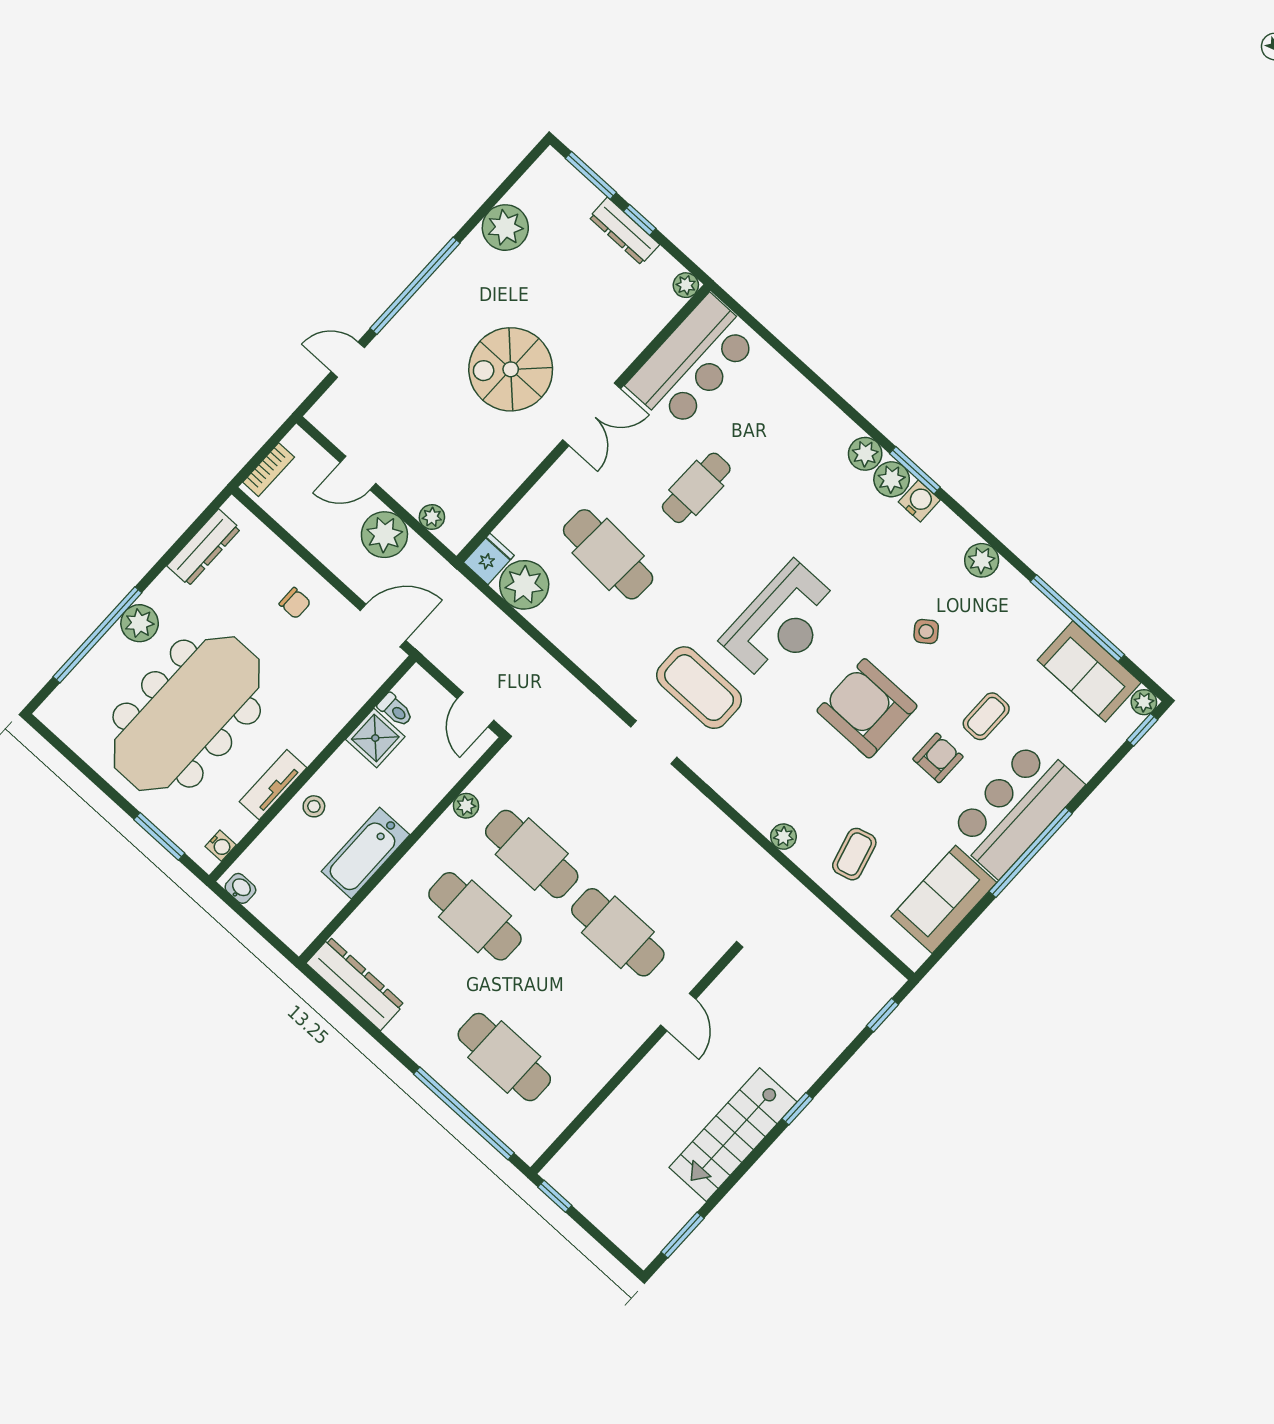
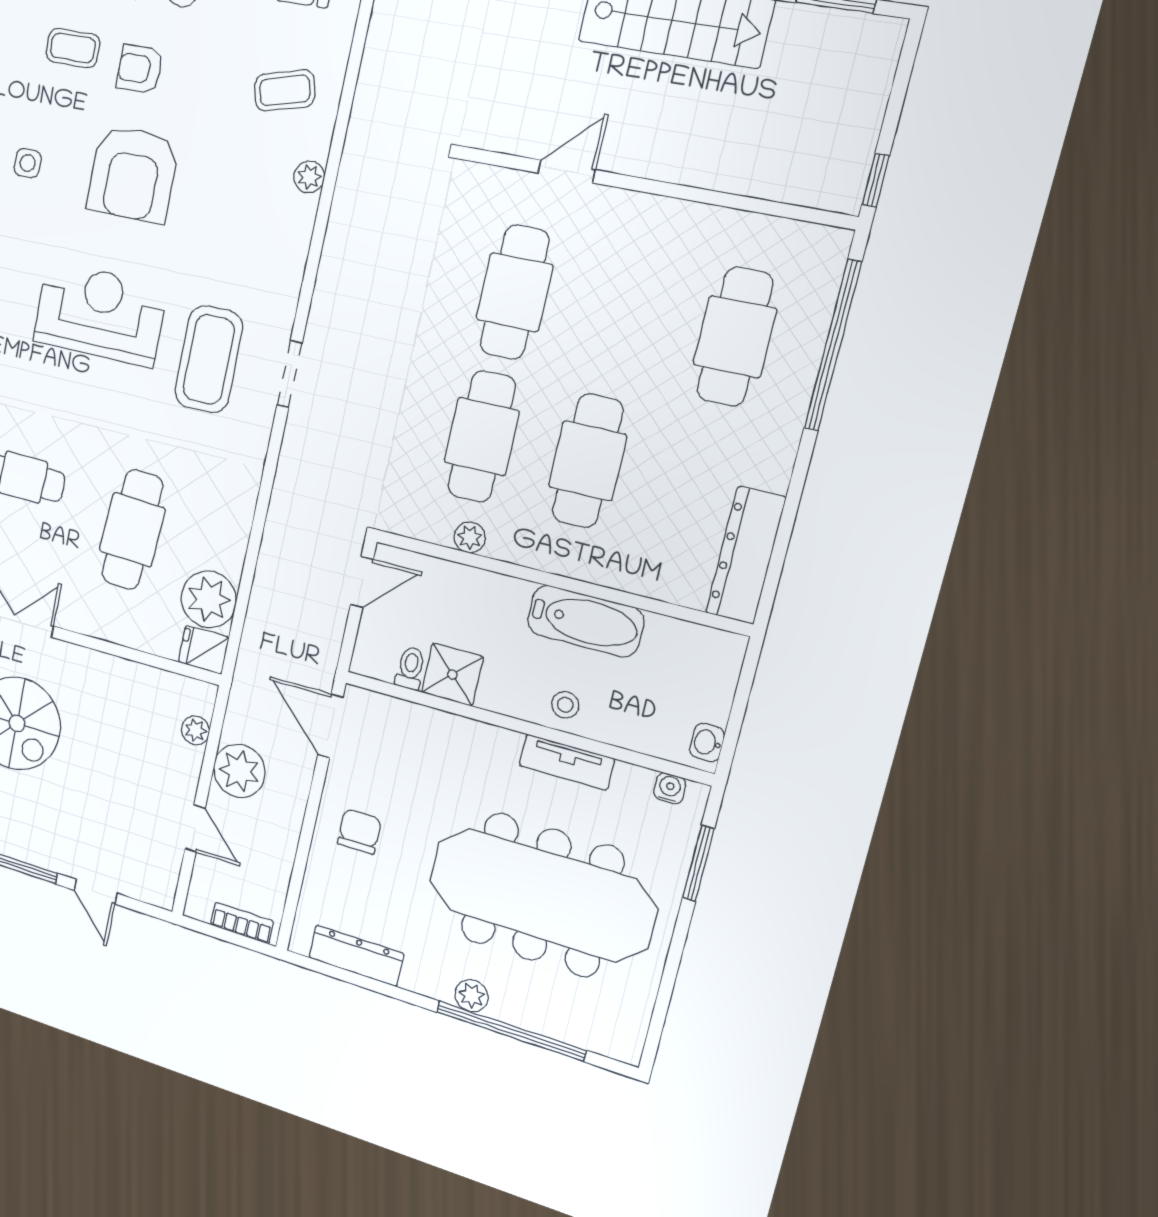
chair: (295, 603) -> (359, 831), width x1.37, depth x1.37
plant: (140, 623) -> (471, 996), width x0.73, depth x0.73
side table: (926, 631) -> (28, 163), turned 37

